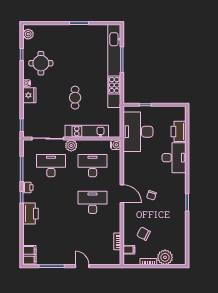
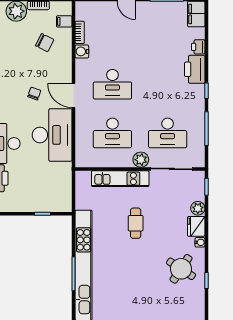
plant: (28, 34) -> (198, 208), moved
round table: (41, 63) -> (181, 269), turned 33
desk: (138, 132) -> (52, 135), moved
water cooler: (116, 145) -> (82, 51), moved
printer: (28, 188) -> (198, 47), moved

